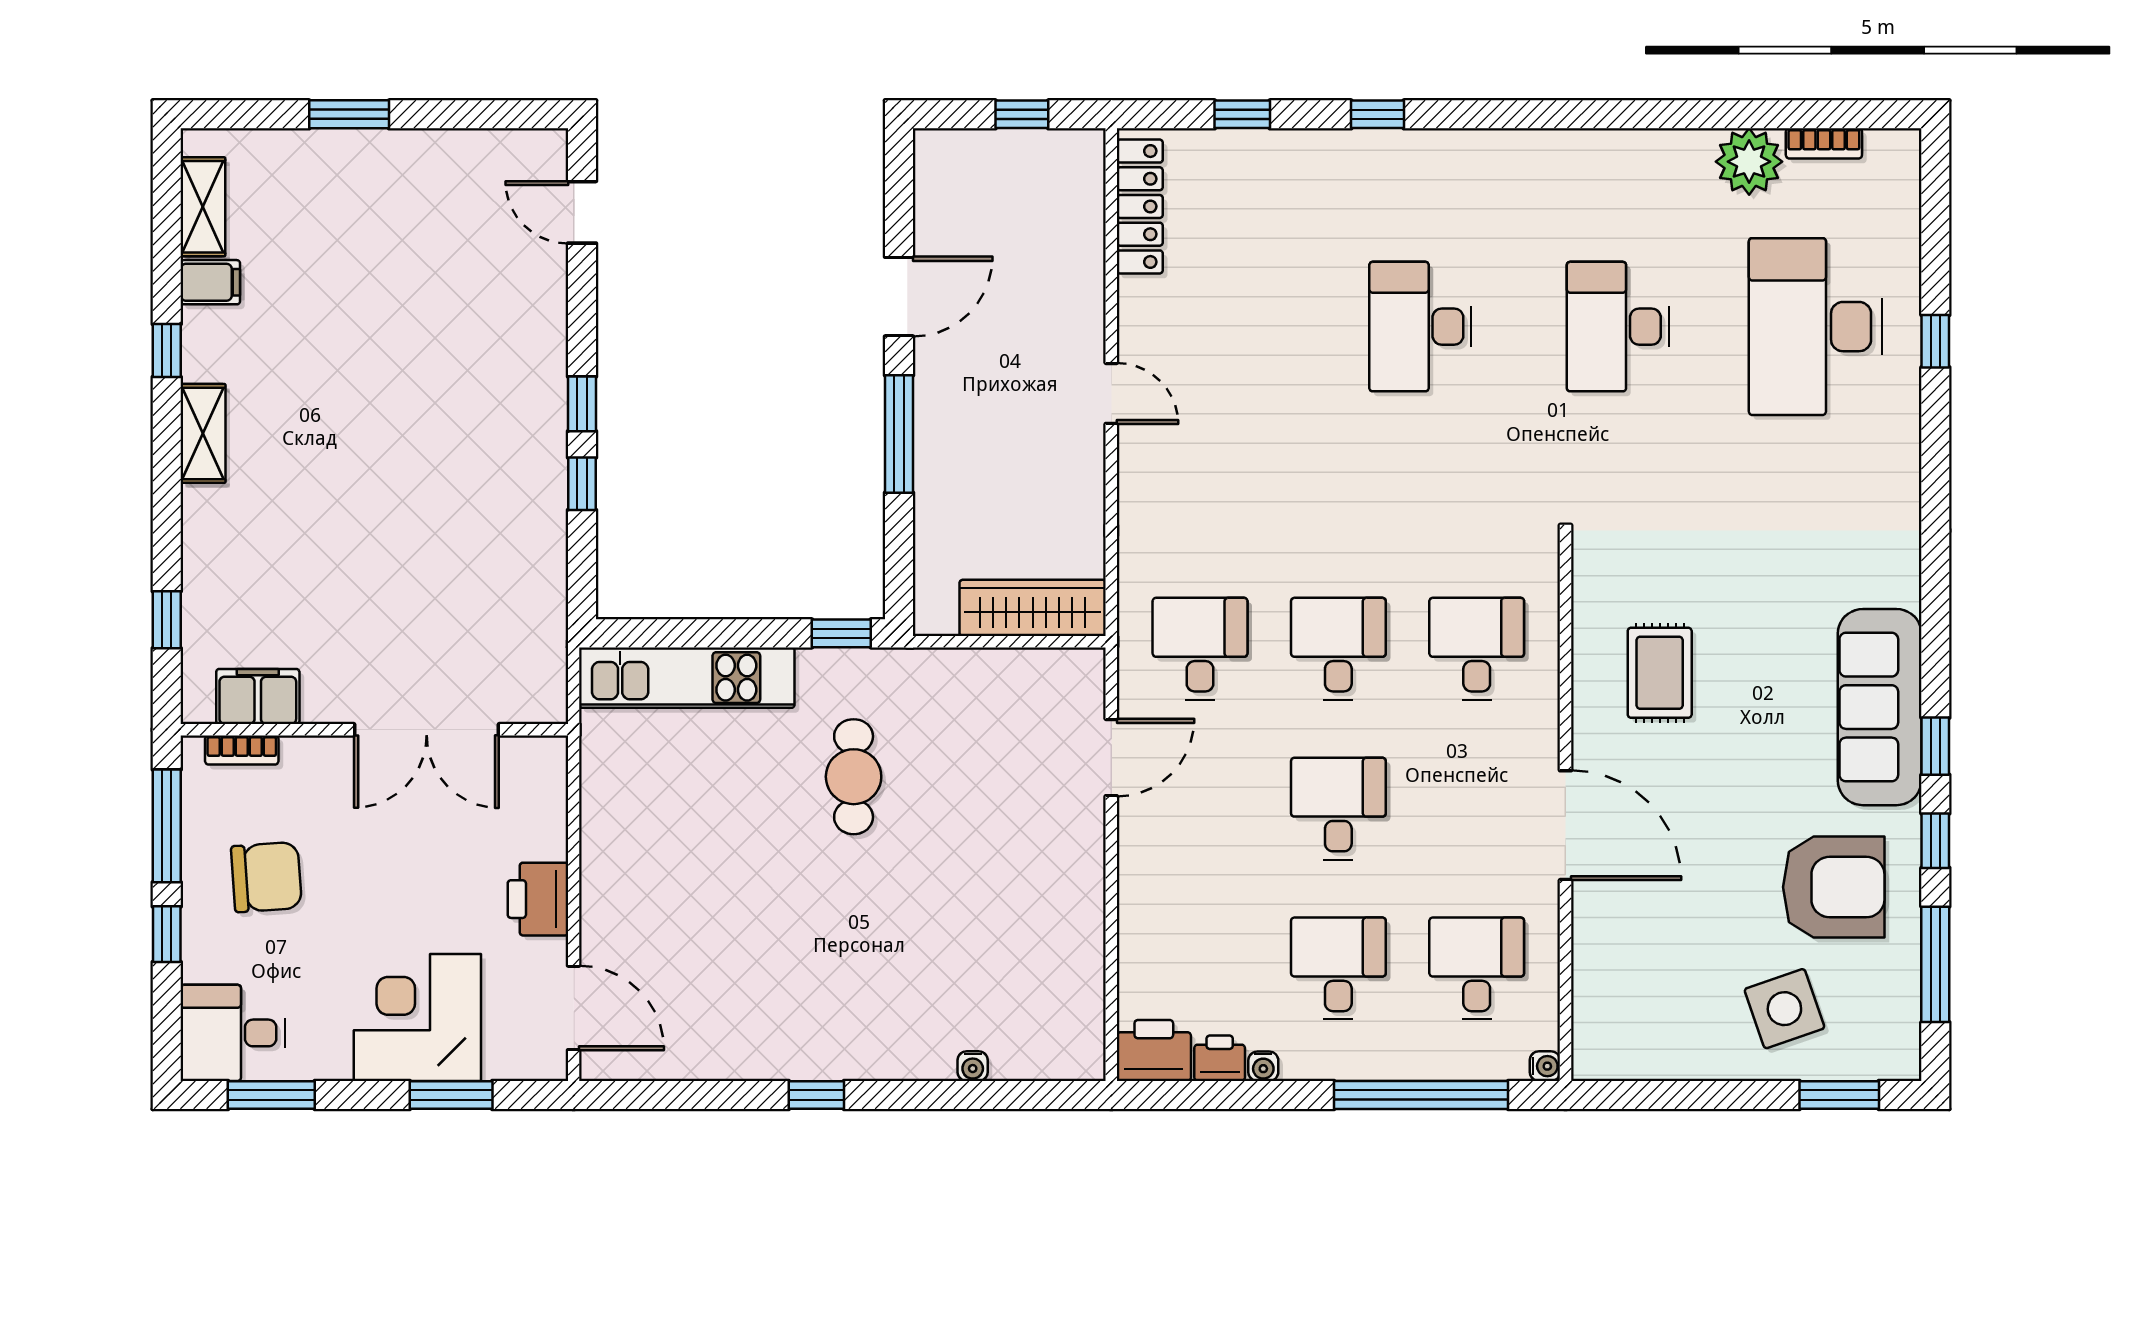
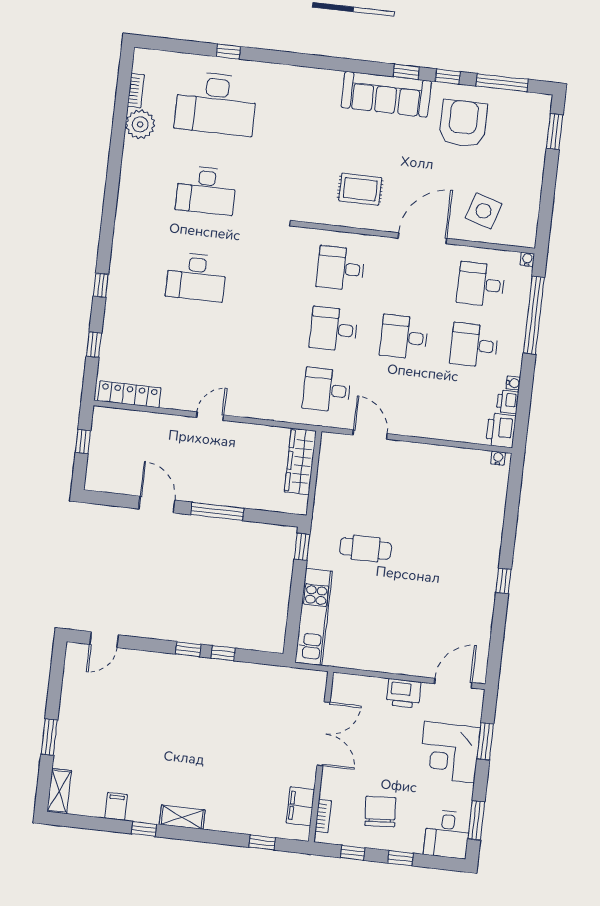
shelving: (203, 207) -> (59, 791), moved, turned 90
window: (167, 826) -> (353, 853), width x0.46
side table: (1784, 1009) -> (484, 211), moved, turned 36
water cooler: (973, 1066) -> (498, 458), moved, turned -90

